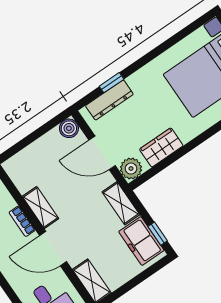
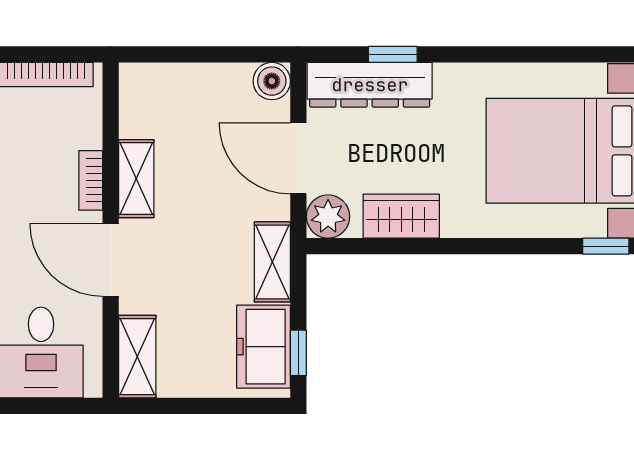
dresser: (109, 100) -> (370, 85), width x1.37, depth x1.24

